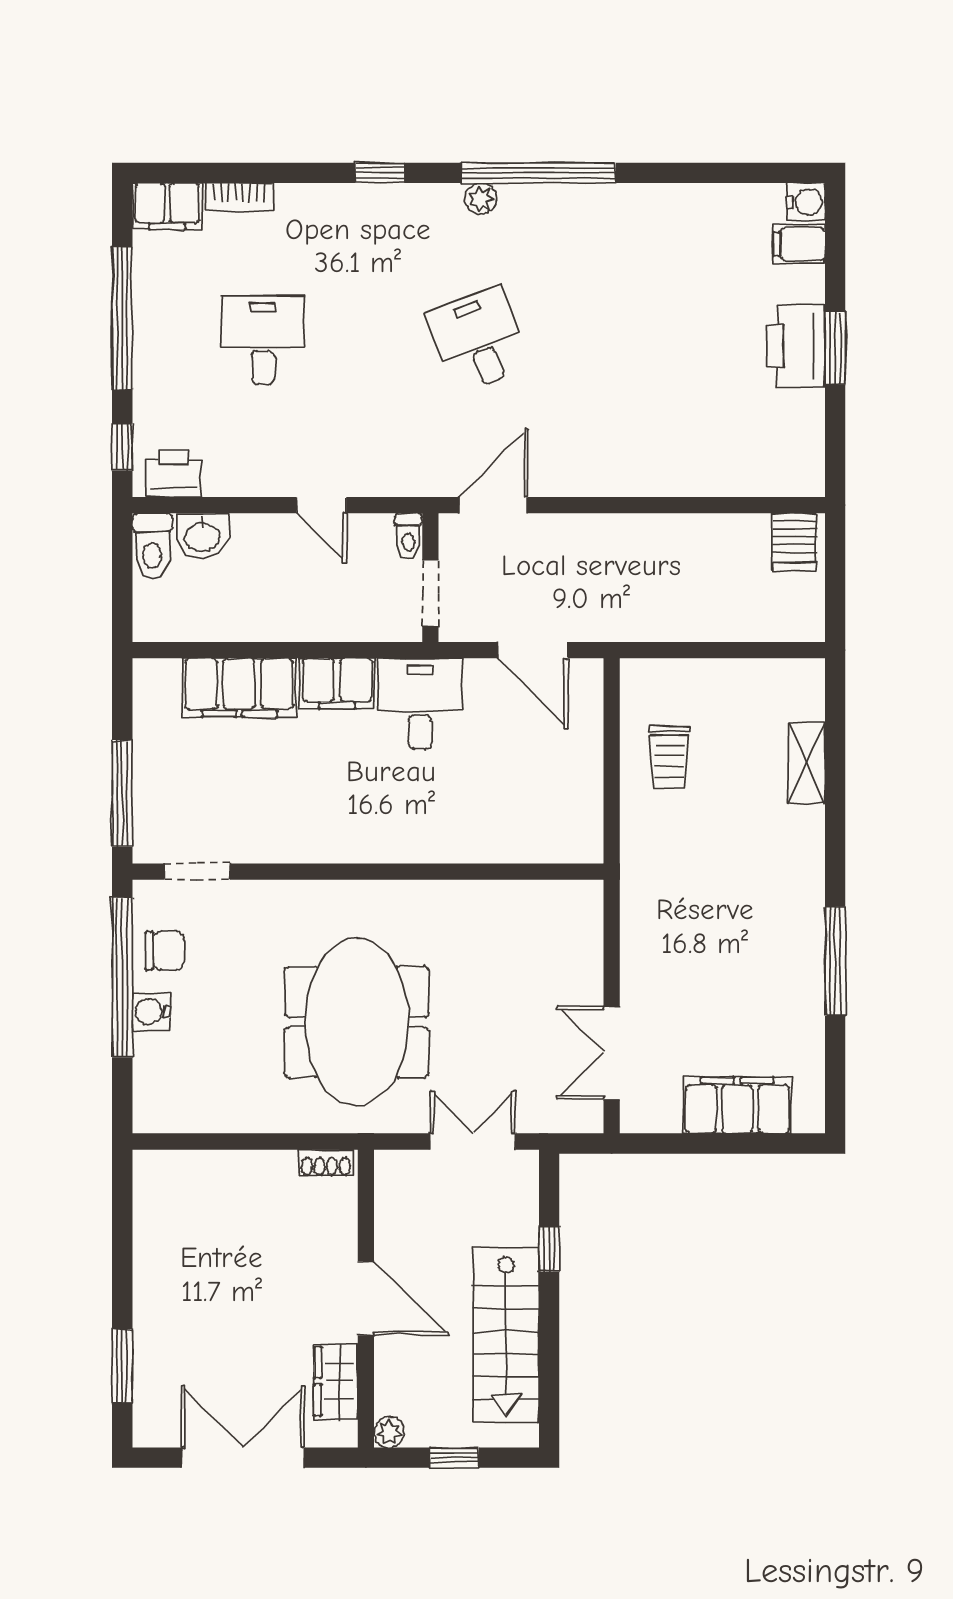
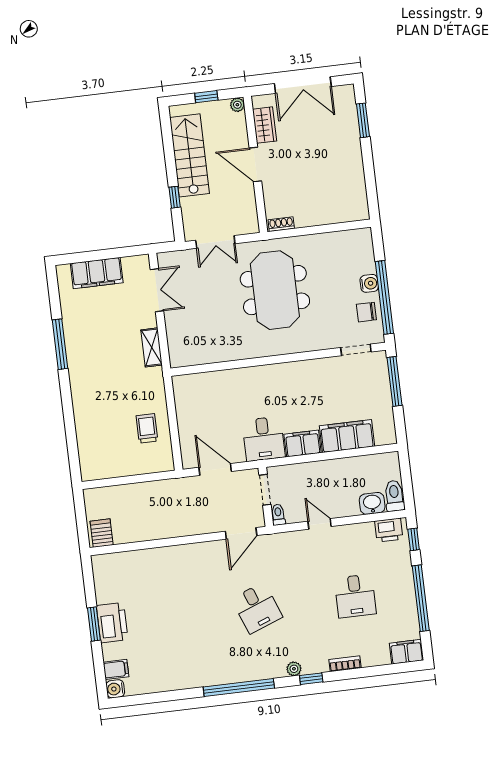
bookcase: (239, 196) -> (345, 664), moved
plant: (481, 199) -> (294, 669), moved
shelving: (807, 763) -> (152, 347), moved

